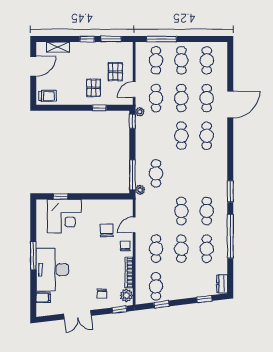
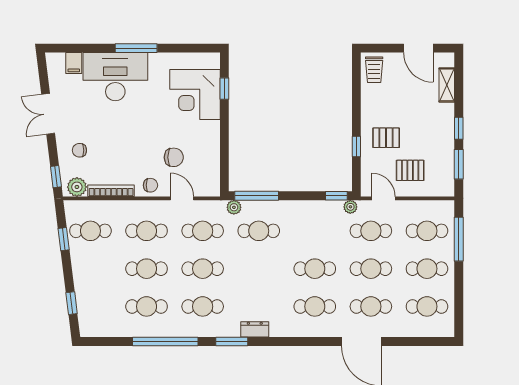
cafe table: (156, 211) -> (203, 231), added
dresser: (222, 284) -> (255, 329), moved

